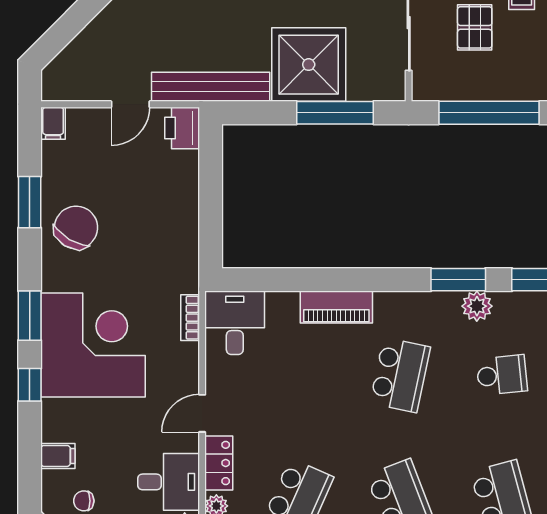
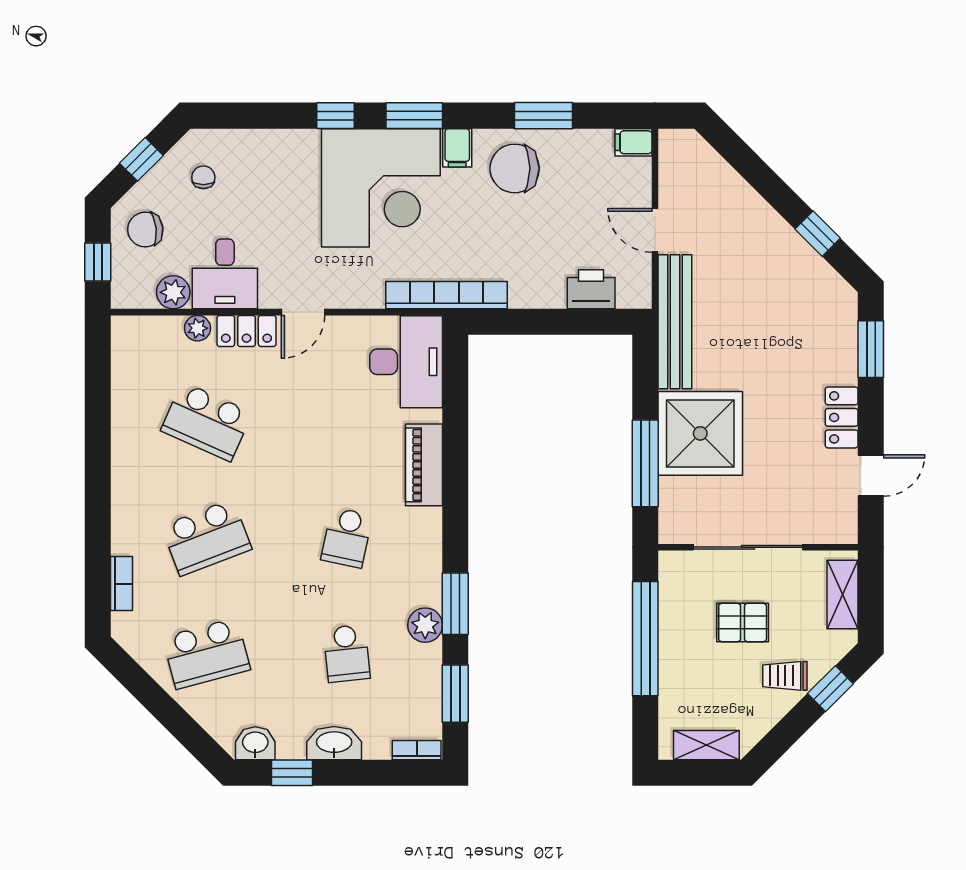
printer: (182, 128) -> (591, 289), moved
chair: (76, 228) -> (515, 168), turned 149
bookcase: (190, 318) -> (446, 295), width x2.31, depth x1.31
desk: (235, 323) -> (406, 362), width x1.37
school desk: (400, 375) -> (347, 538), width x0.54
door: (202, 413) -> (303, 312), swing flipped
filing cabinet: (58, 456) -> (457, 148), moved

